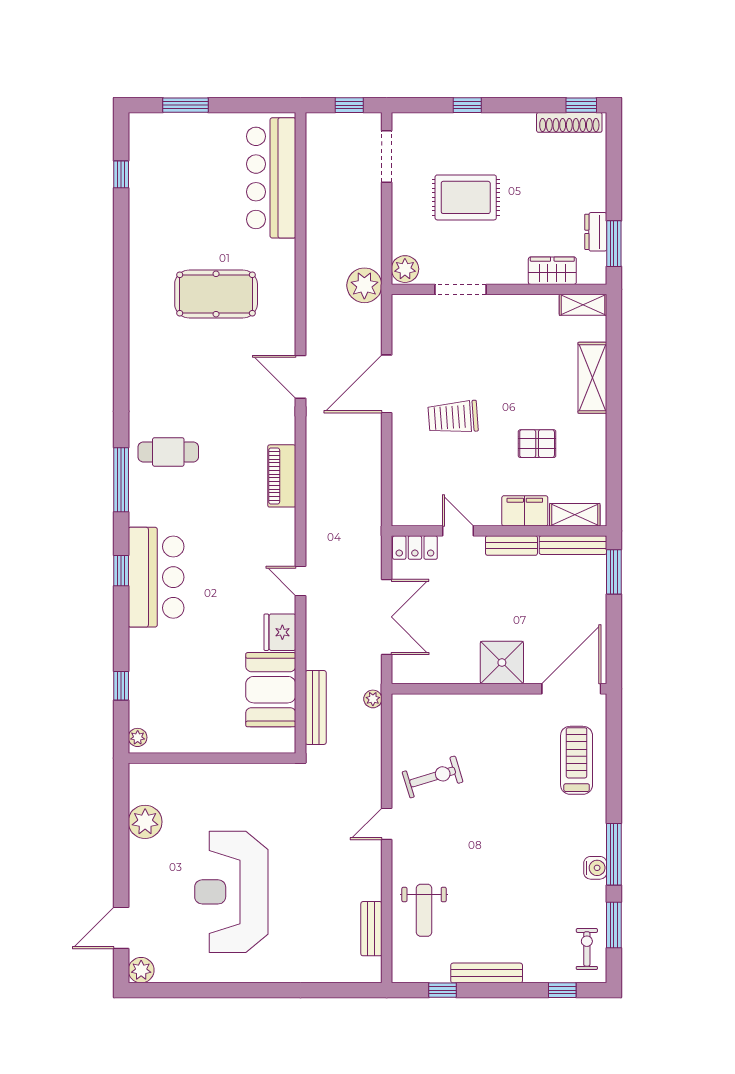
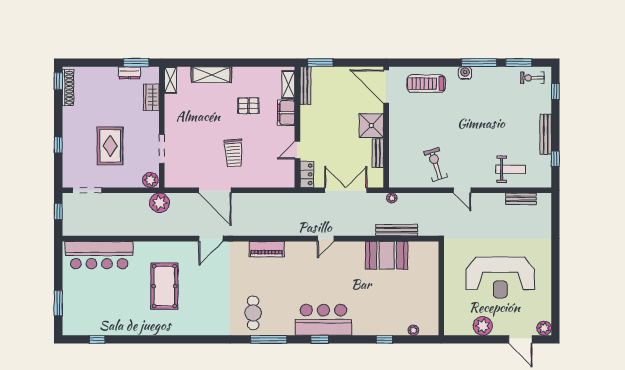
pallet: (537, 444) -> (248, 106), turned 90
bench: (511, 546) -> (378, 153), moved
fridge: (280, 632) -> (354, 250), removed
wall: (212, 758) -> (441, 288), moved
plant: (145, 822) -> (483, 326), moved
water cooler: (595, 868) -> (465, 73), moved

